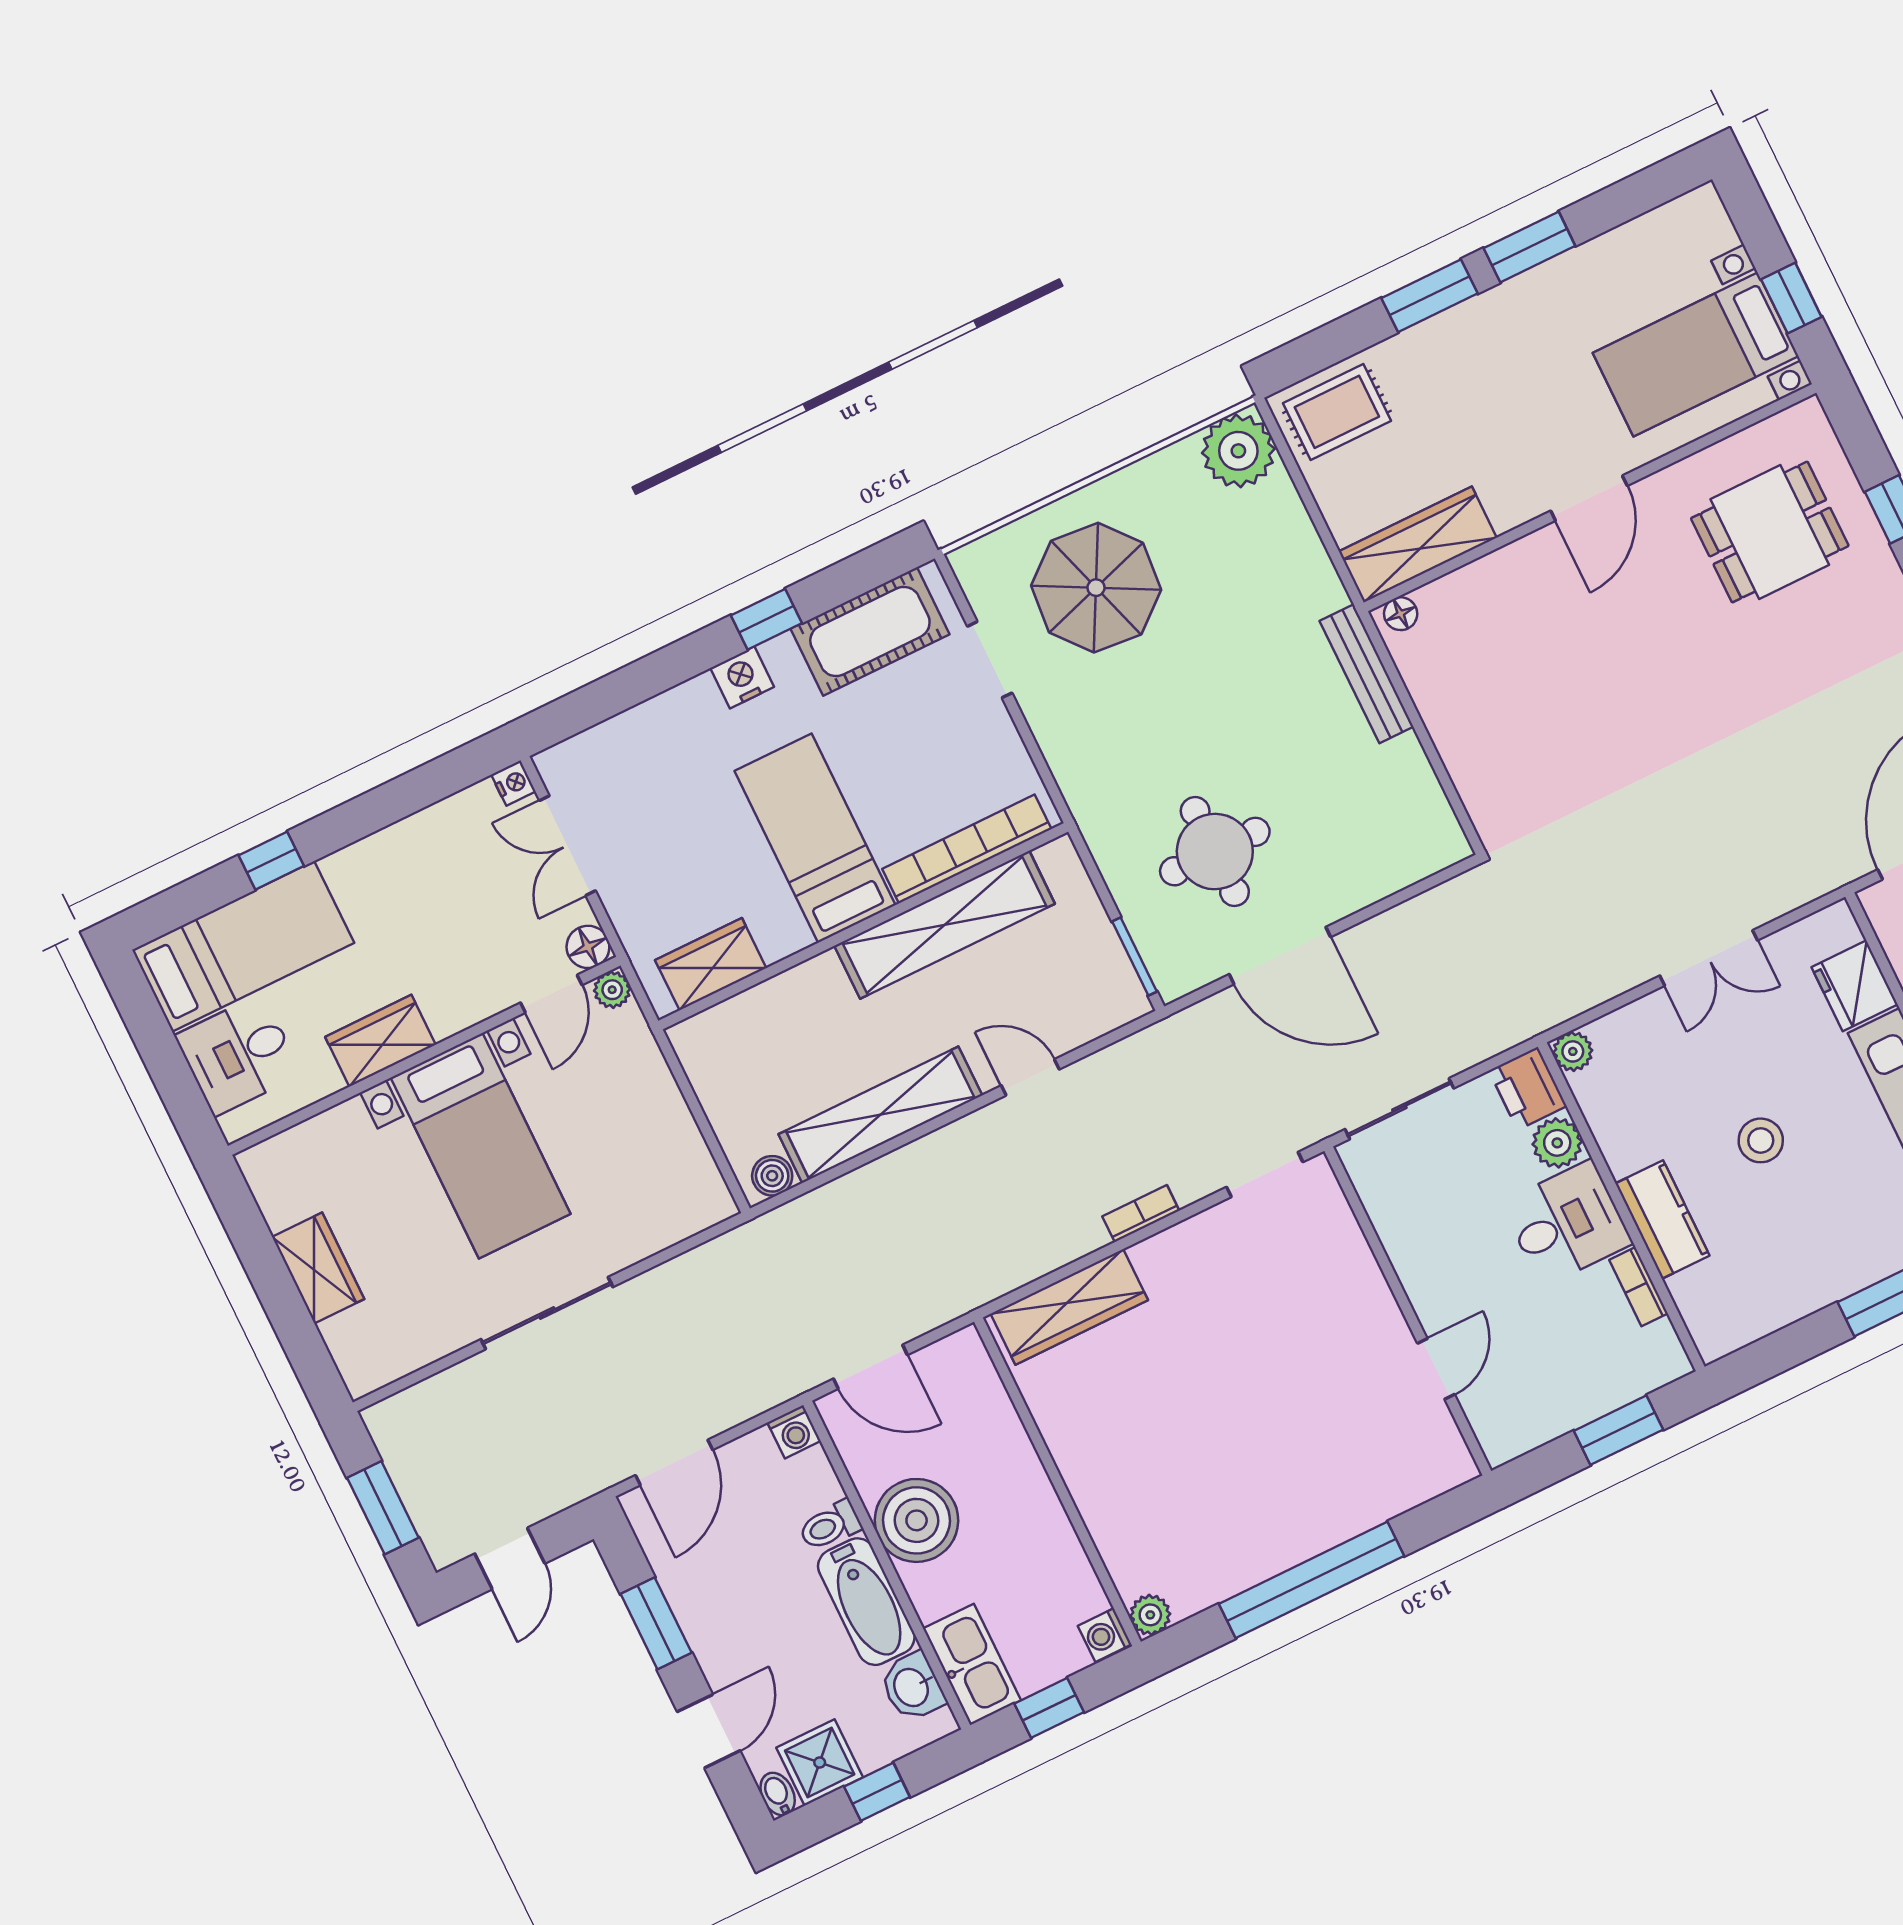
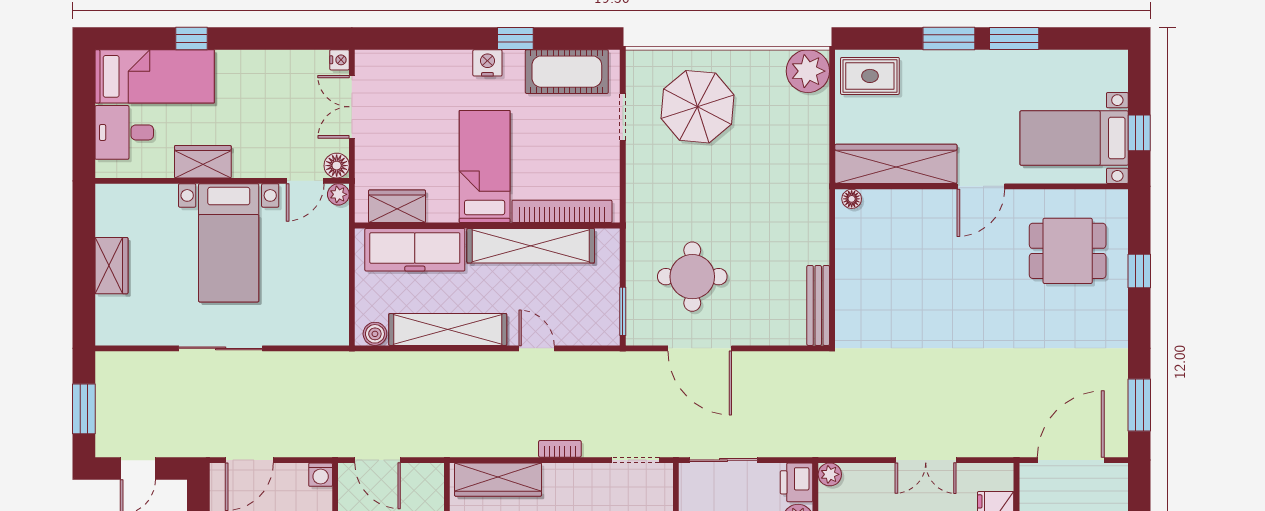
wardrobe: (1418, 545) -> (896, 164), width x1.40, depth x1.17
bench: (1367, 674) -> (818, 305), moved
freezer: (770, 1017) -> (415, 250), added

